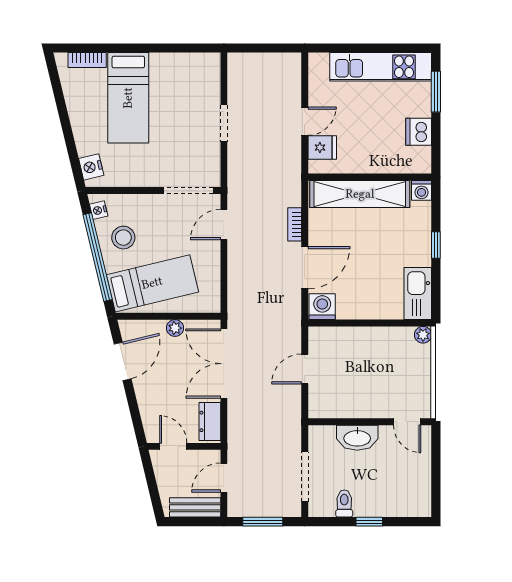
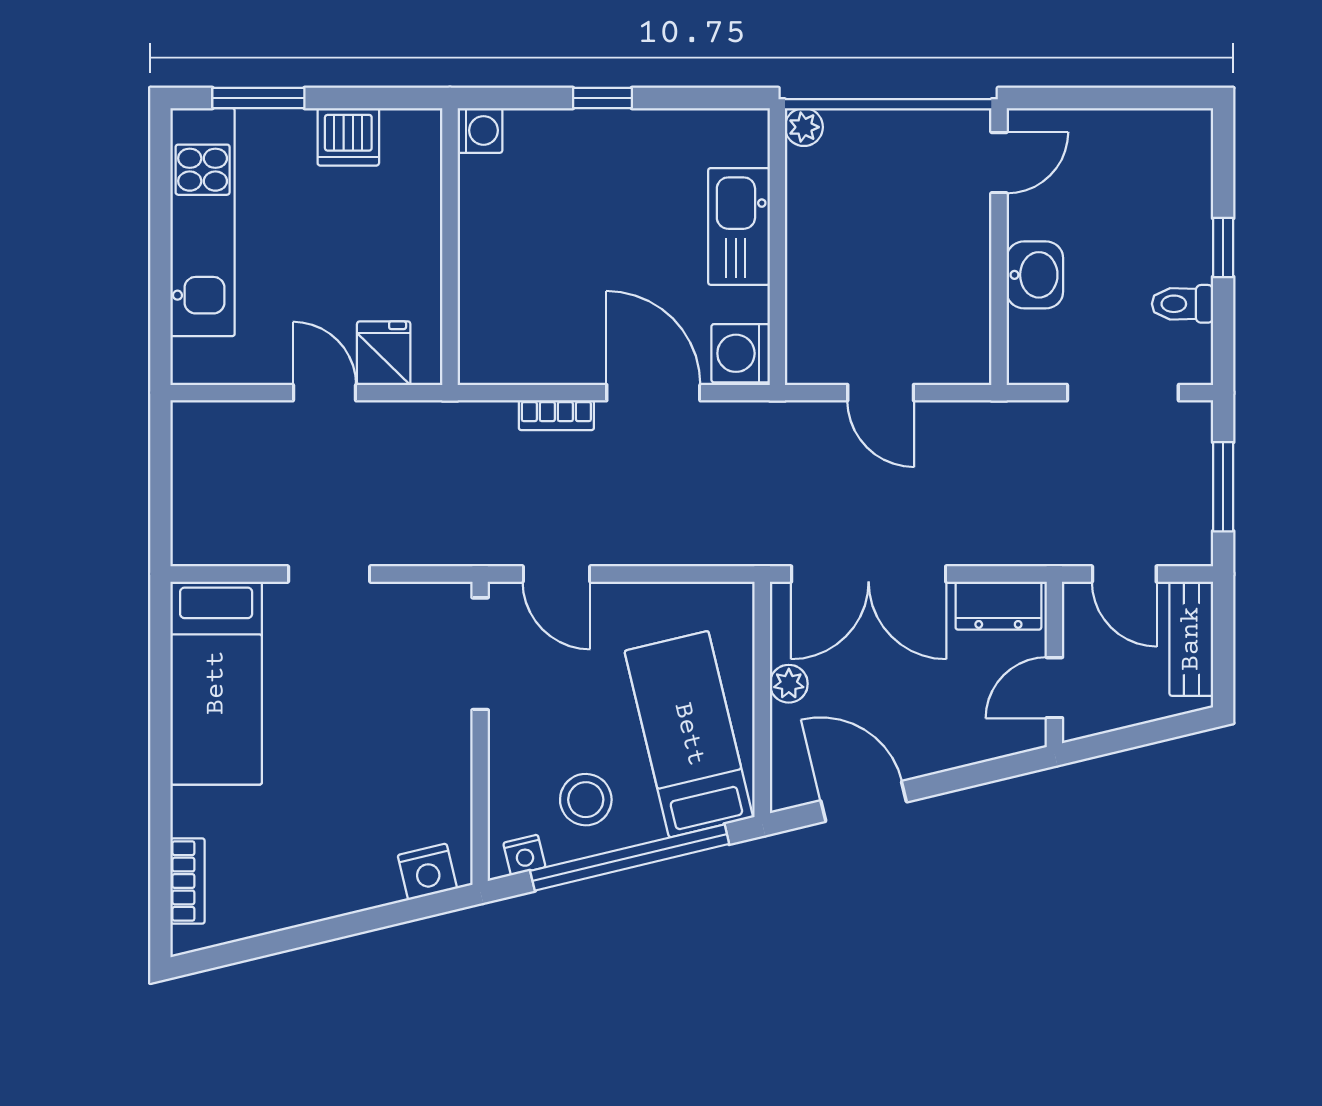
bed: (128, 98) -> (216, 683), moved, turned 90
shelving: (360, 194) -> (488, 269), removed
kitchen sink: (418, 294) -> (739, 226), moved, turned 90
washbasin: (357, 438) -> (1035, 275), width x0.72

